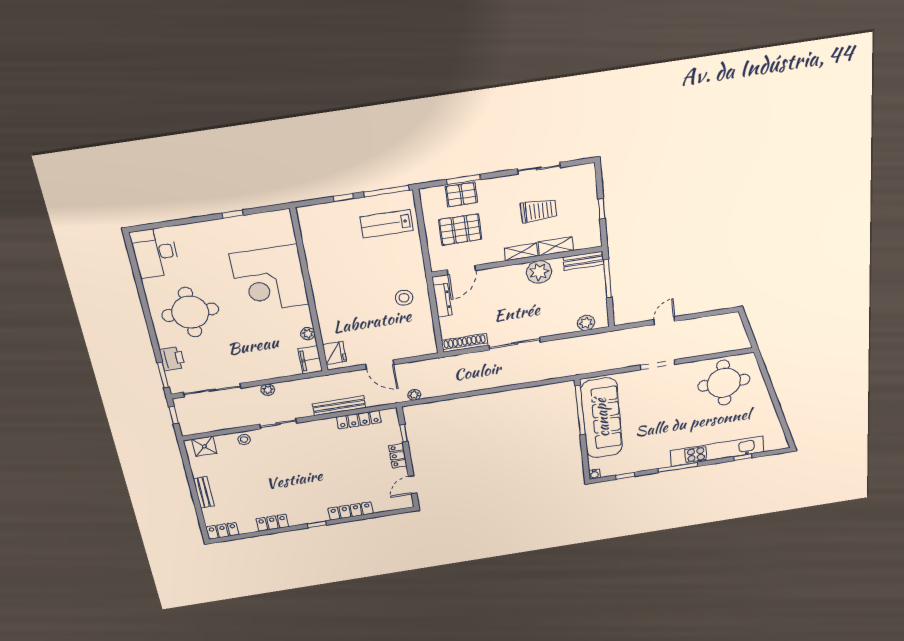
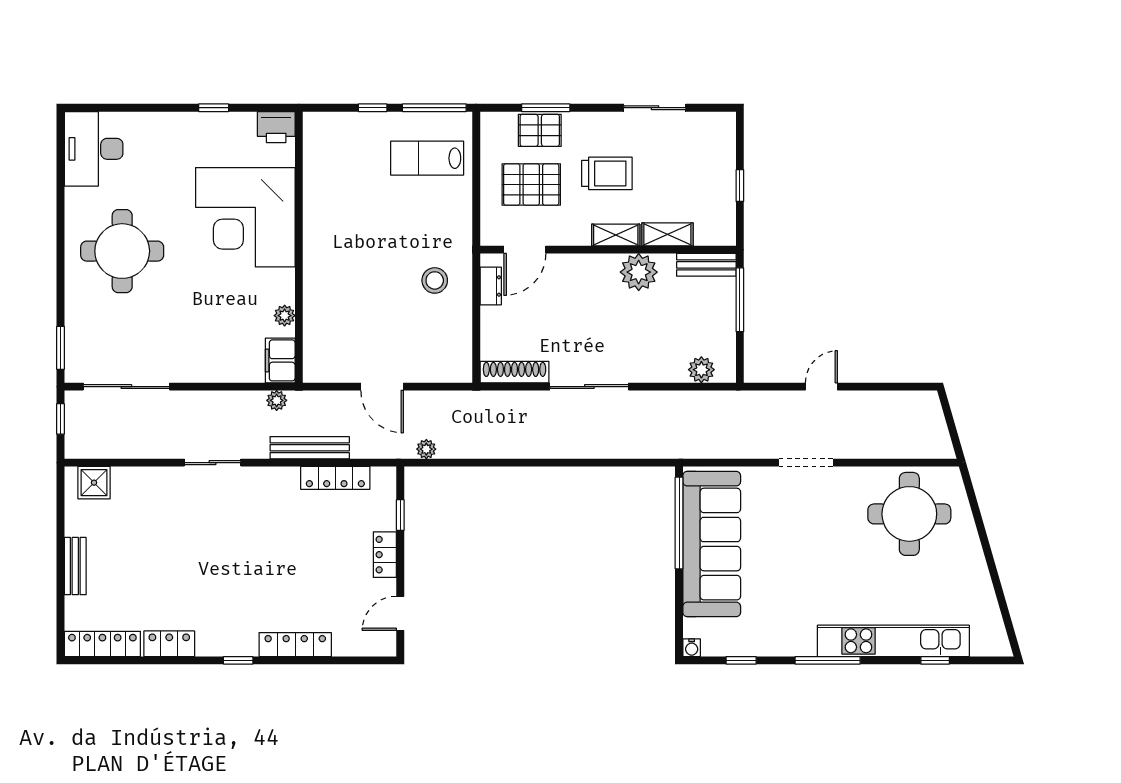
trolley: (539, 211) -> (607, 173), moved
dresser: (442, 300) -> (491, 286), width x0.70
fridge: (334, 353) -> (318, 355), removed
printer: (172, 359) -> (276, 127), moved, turned 90
plant: (268, 390) -> (277, 400), moved
stool: (244, 440) -> (156, 481), removed
locker: (223, 531) -> (102, 644), width x1.53

